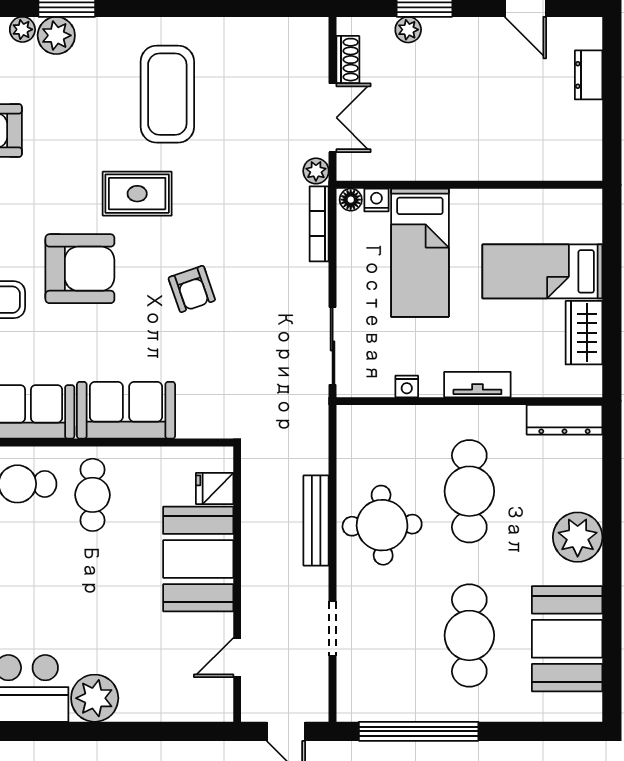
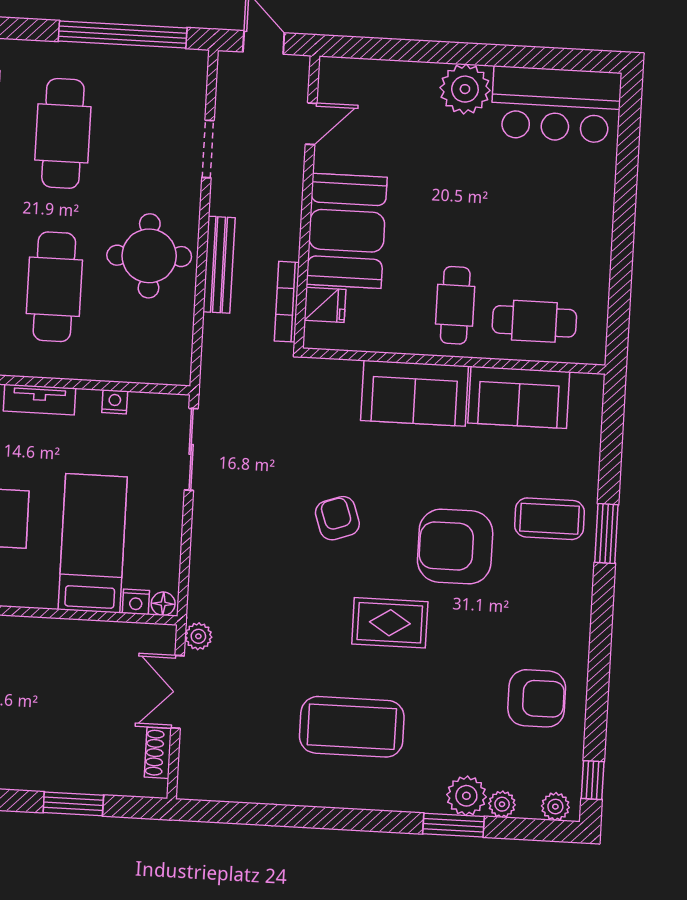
plant: (408, 30) -> (92, 781), removed
coffee table: (167, 94) -> (352, 727), turned 90
bookcase: (319, 224) -> (287, 302), moved, turned 180

